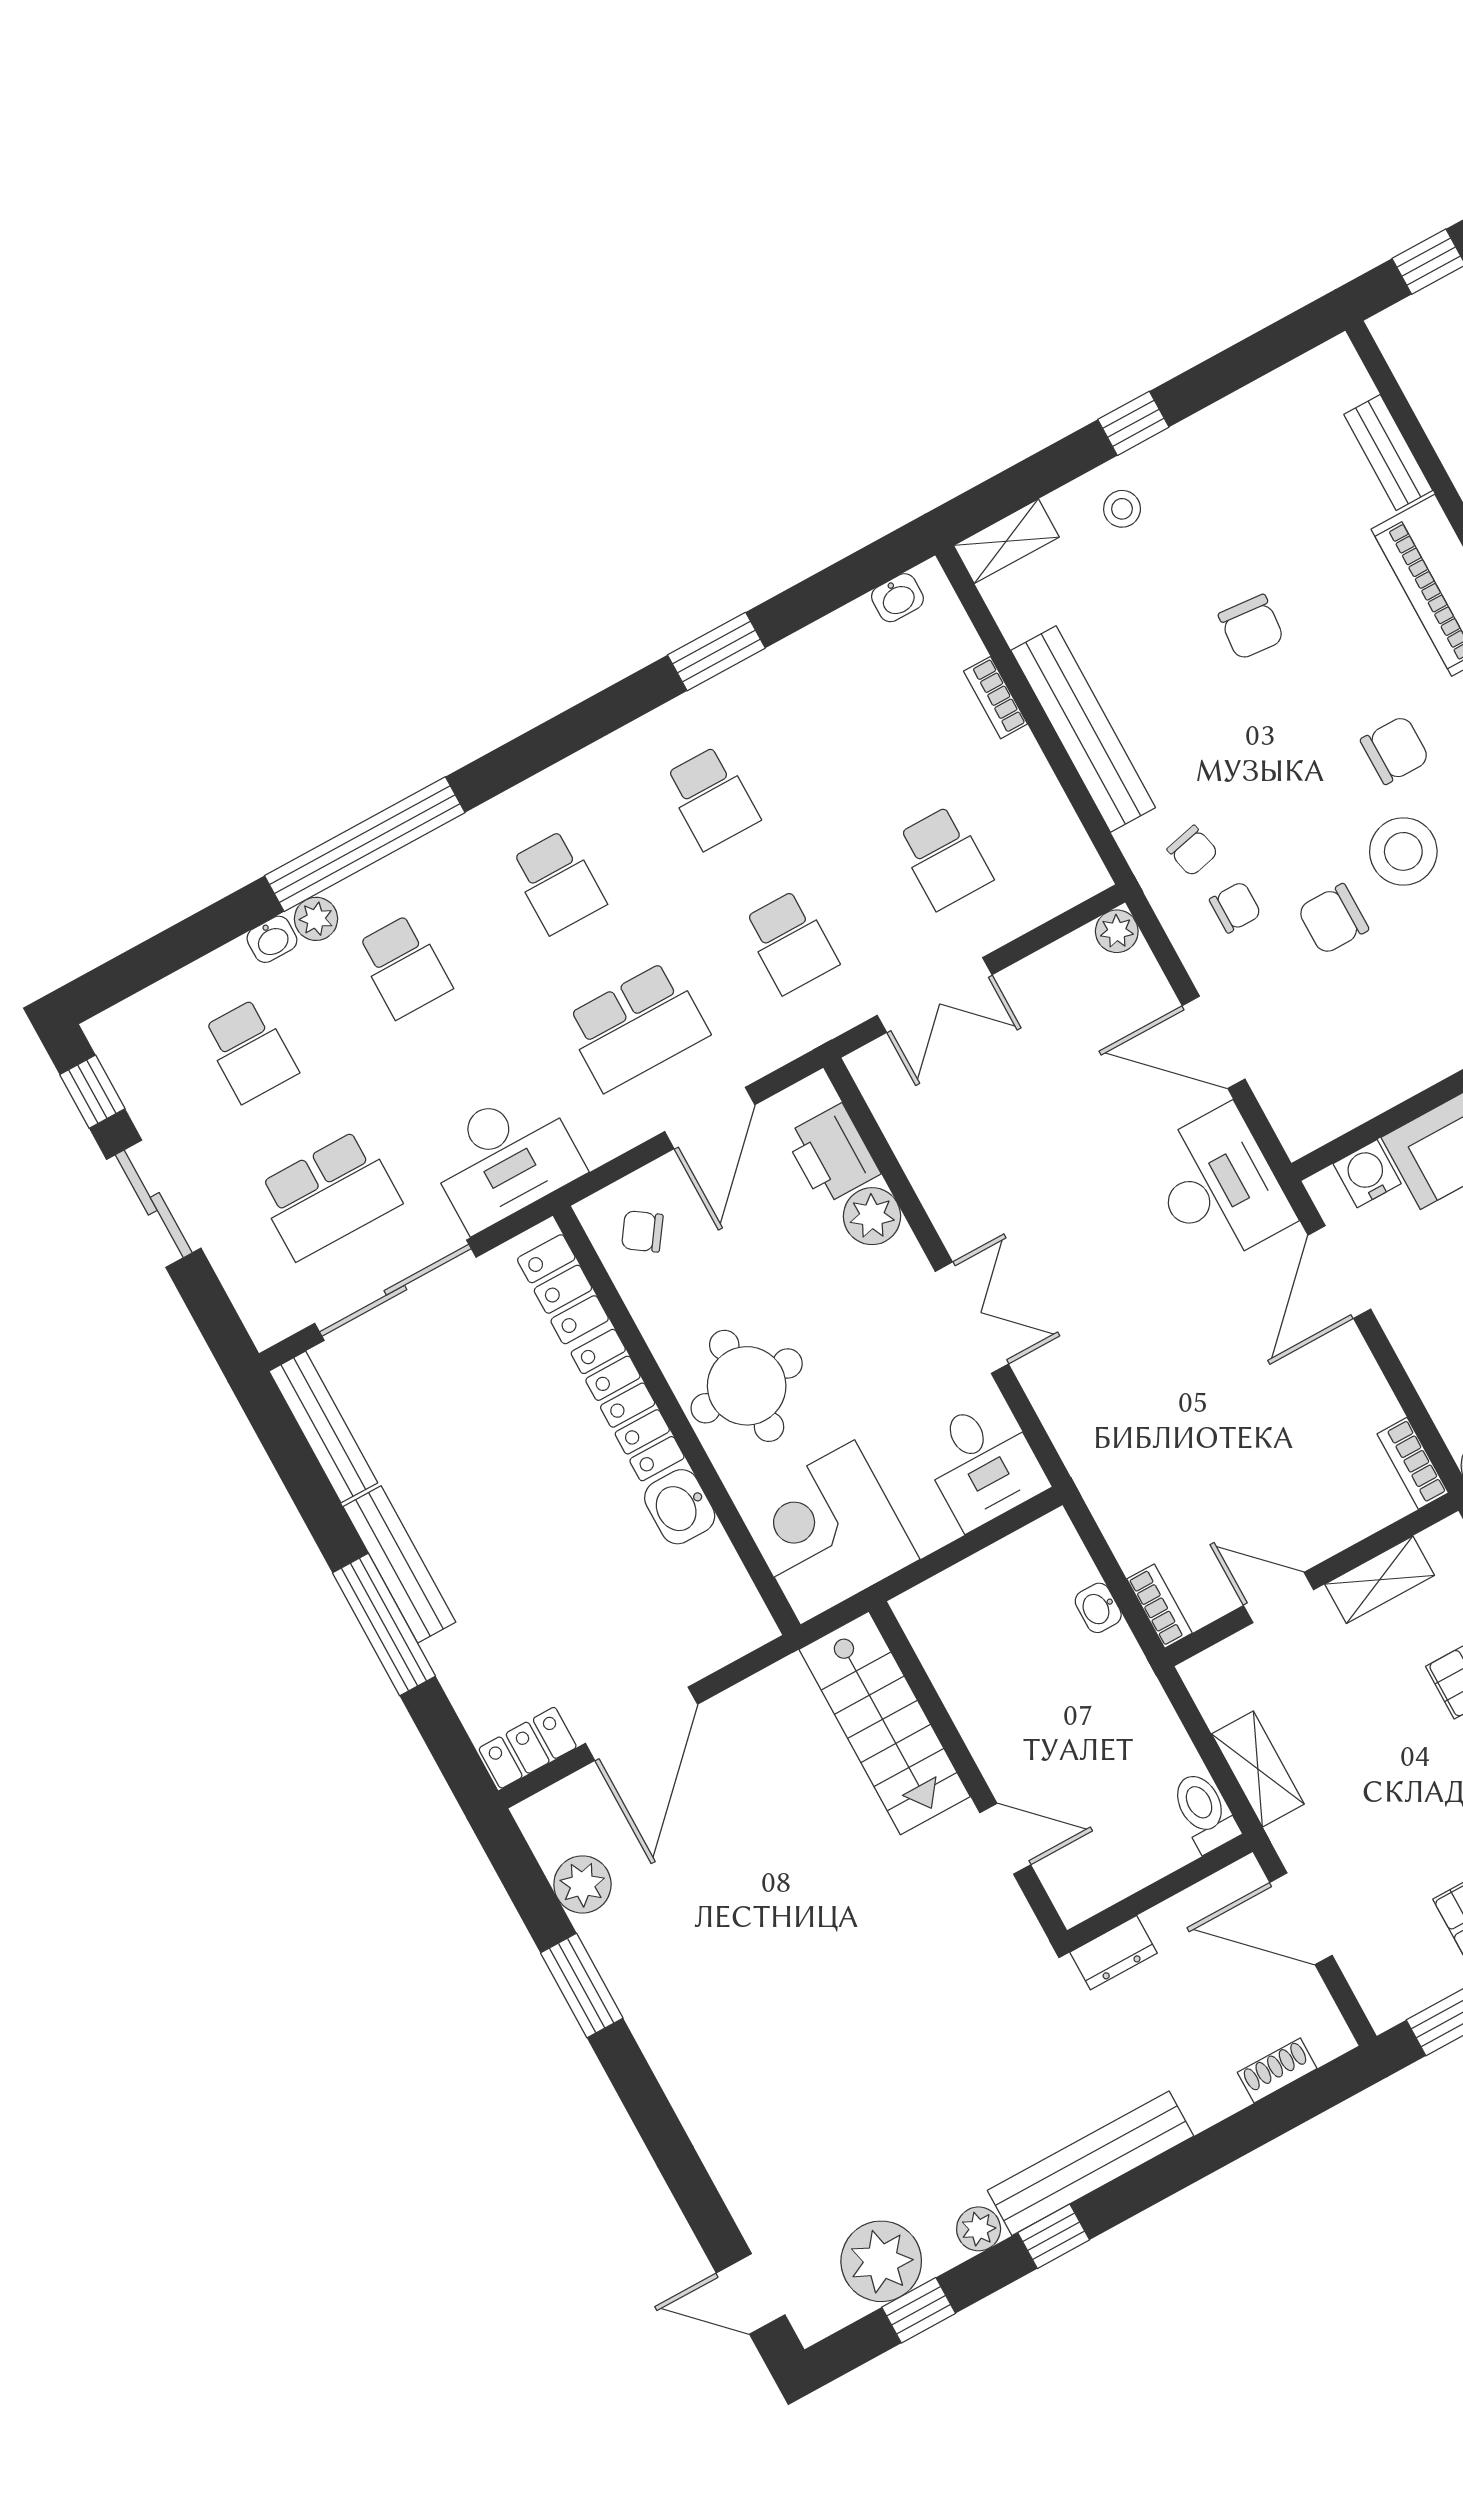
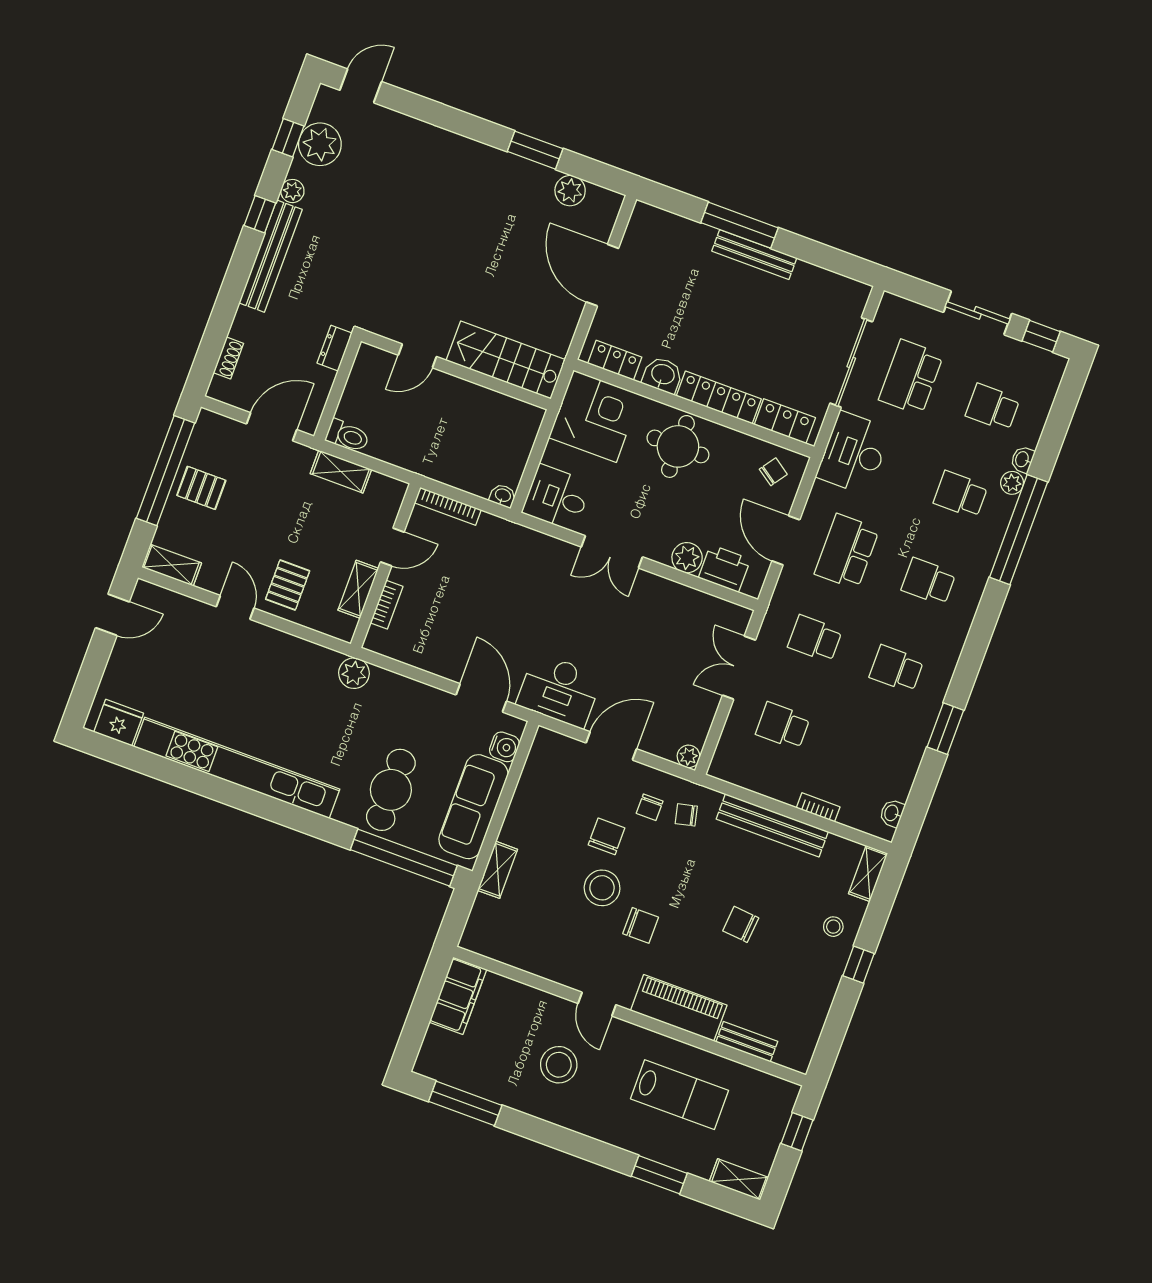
chair: (1395, 750) -> (641, 925), turned -90
bench: (323, 1427) -> (832, 283), removed
bookcase: (1413, 1463) -> (387, 605), moved, turned 90
bookcase: (1159, 1606) -> (448, 506), width x1.56
washbasin: (1098, 1608) -> (503, 496), moved
locker: (528, 1748) -> (615, 360), moved, turned -90

